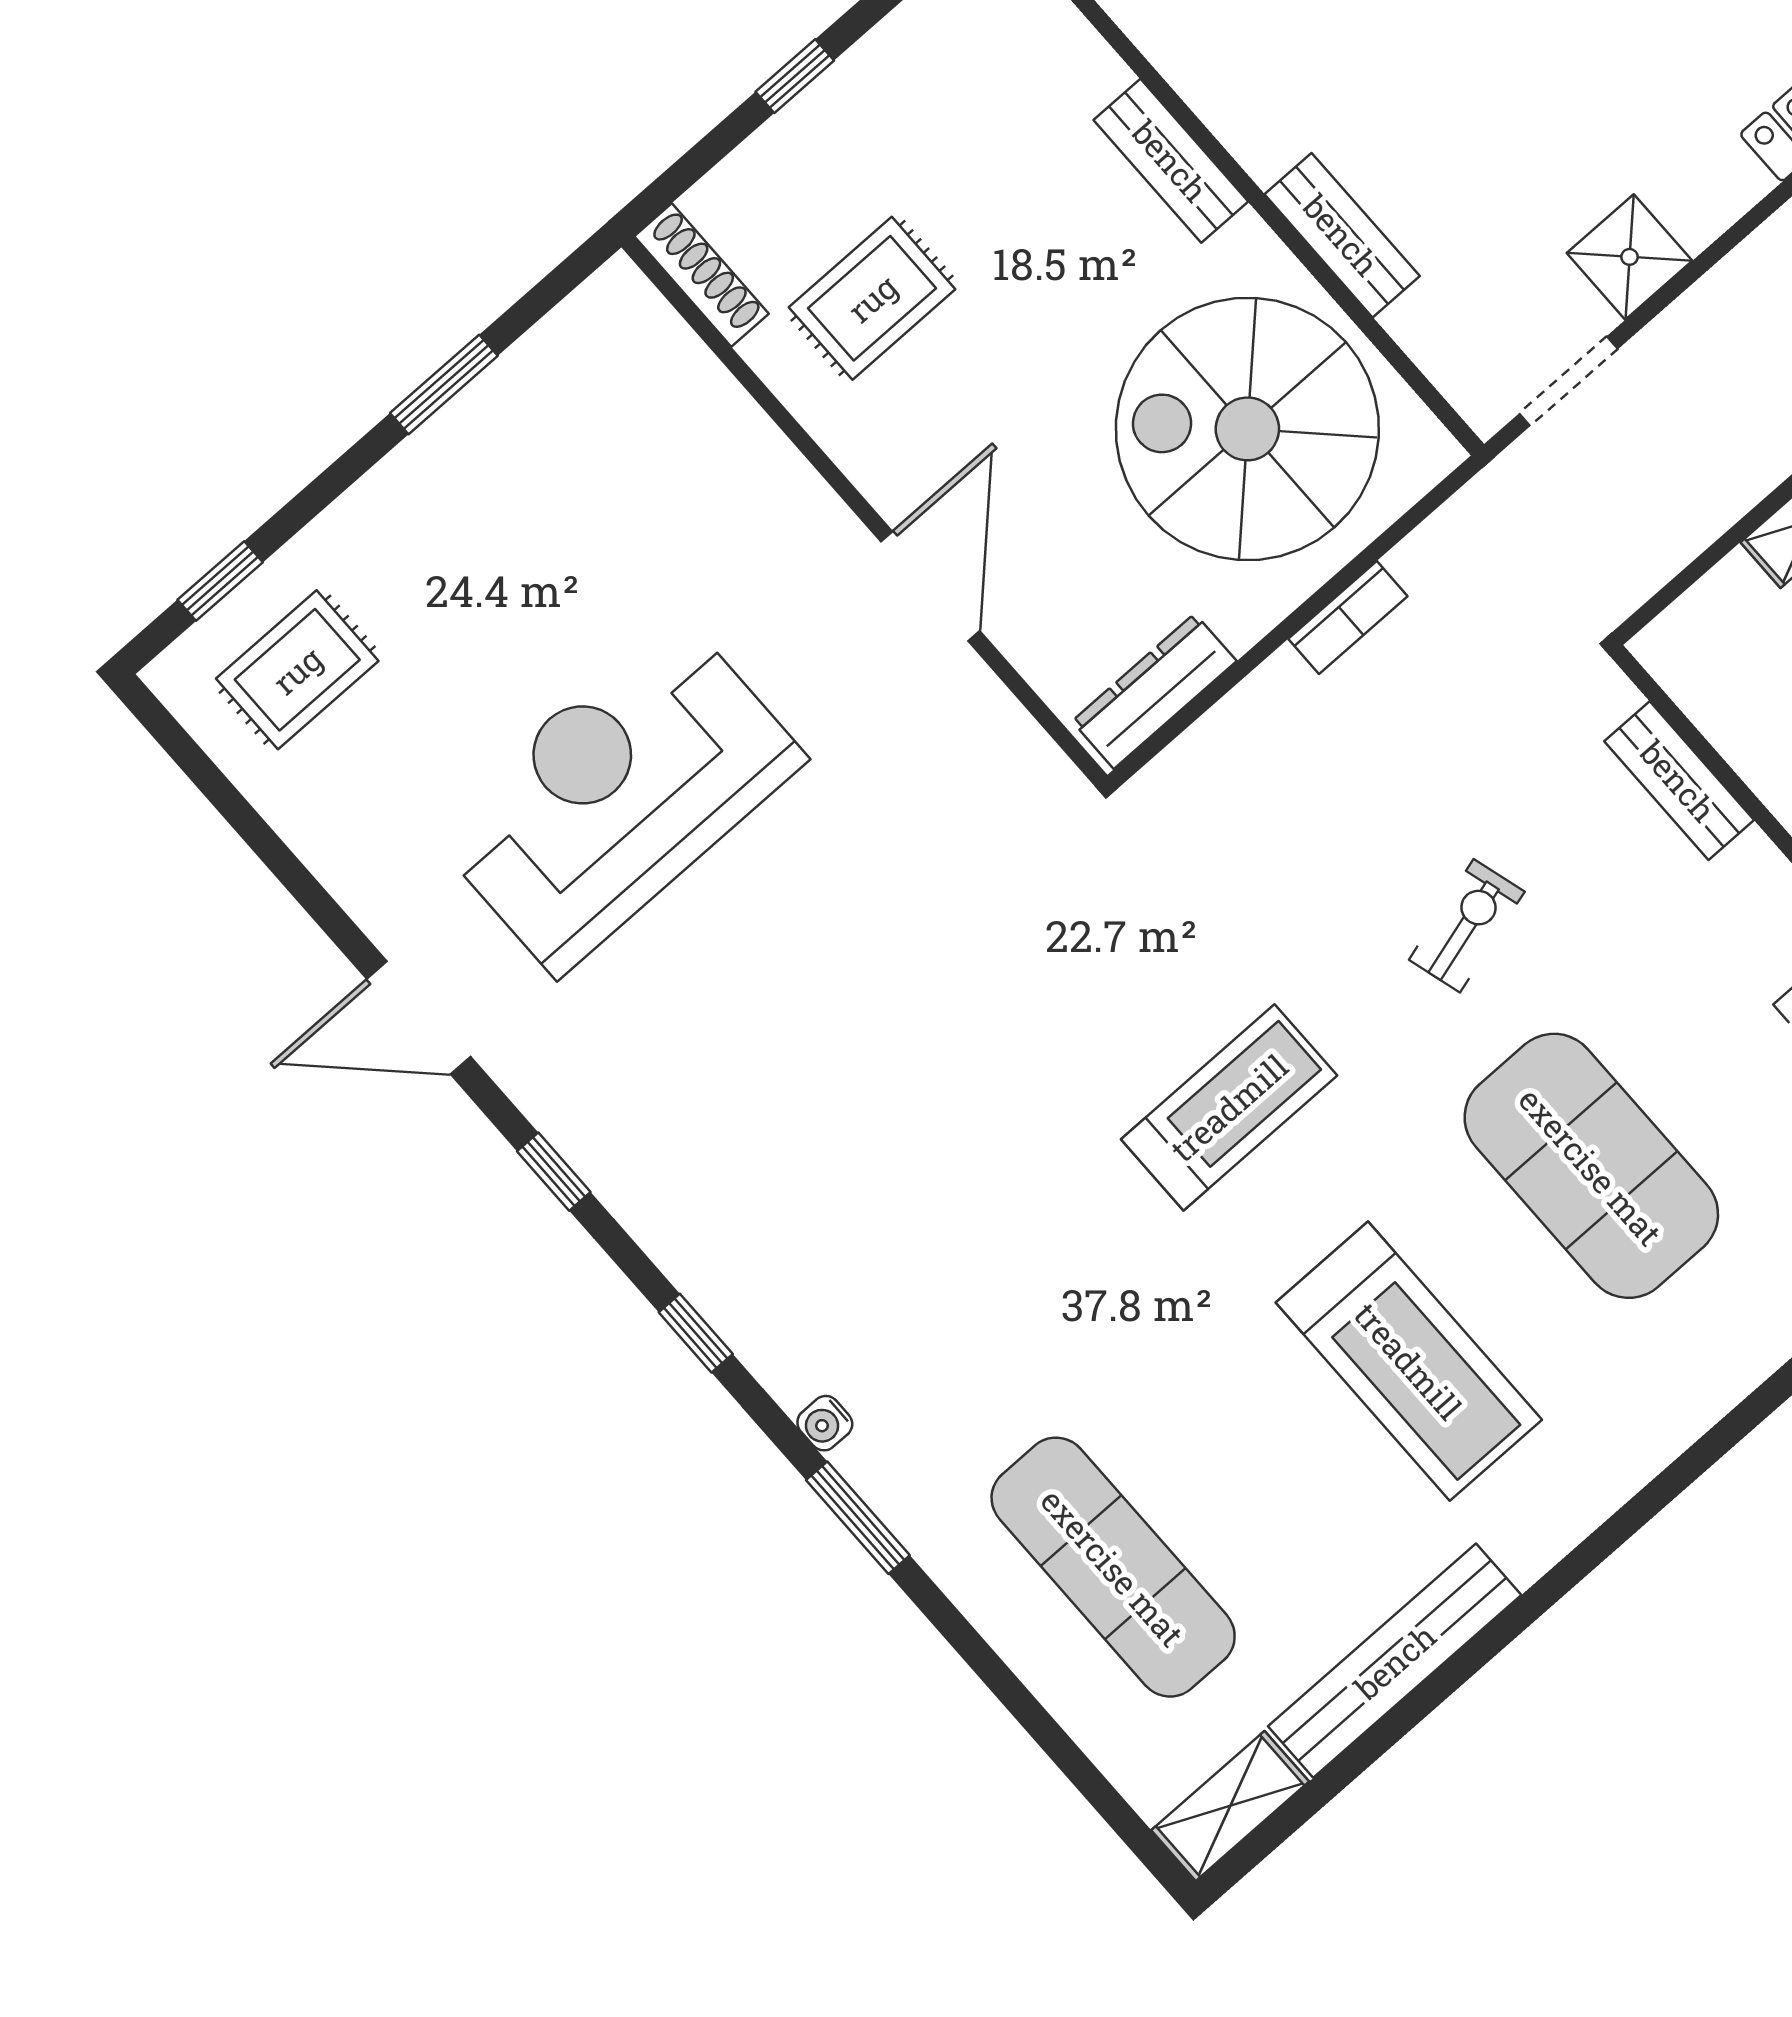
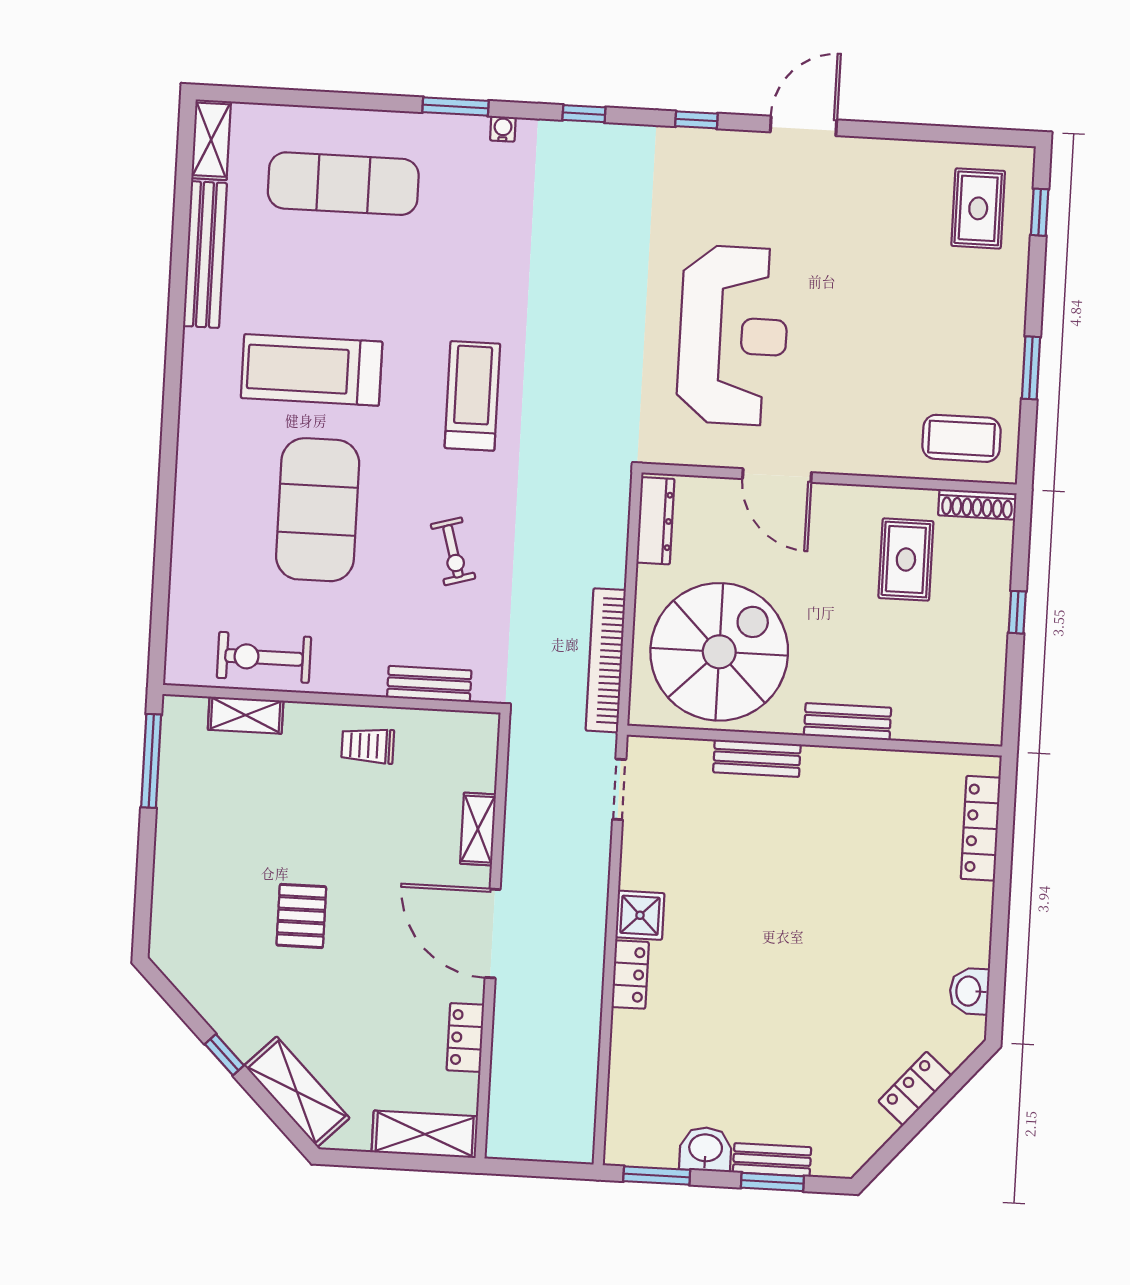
shower: (1629, 257) -> (640, 915), moved
coffee table: (633, 385) -> (961, 438), added
bookcase: (1348, 618) -> (606, 660), width x2.31, depth x1.31
reception desk: (617, 794) -> (733, 335), moved
treadmill: (1229, 1107) -> (472, 396), turned 180
exercise mat: (1591, 1166) -> (318, 510), turned 90

